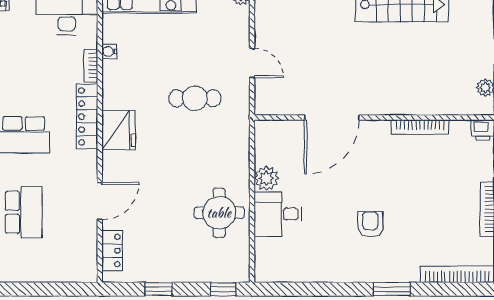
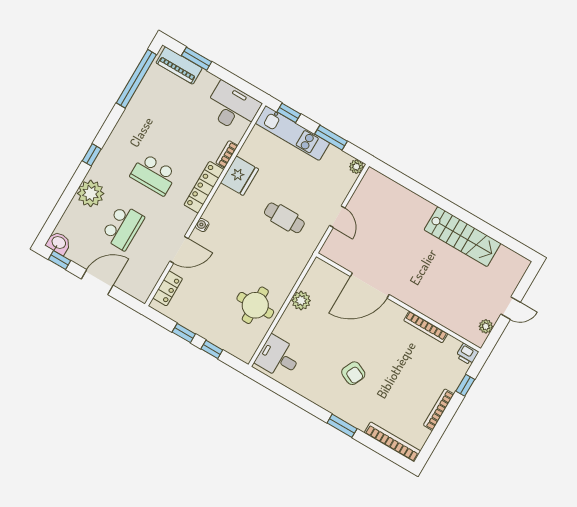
water cooler: (109, 51) -> (202, 225), moved
fridge: (119, 130) -> (240, 176), moved
desk: (278, 214) -> (278, 357), moved
armchair: (370, 224) -> (353, 373), turned 115
door: (31, 289) -> (97, 282), added
window: (223, 289) -> (212, 349), moved

